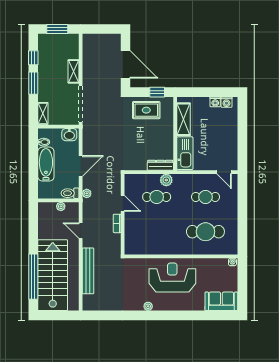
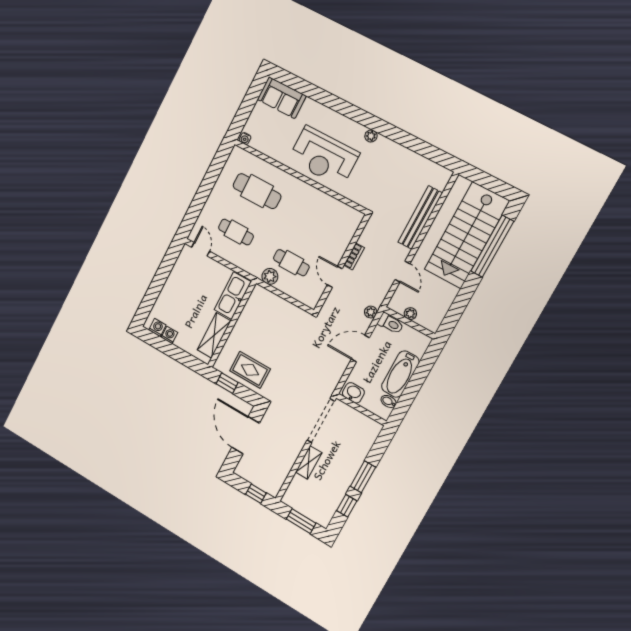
window: (97, 29) -> (256, 494), added
shelving: (43, 113) -> (371, 435), removed
dresser: (160, 165) -> (268, 297), removed

